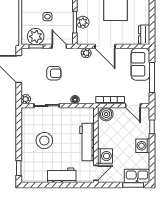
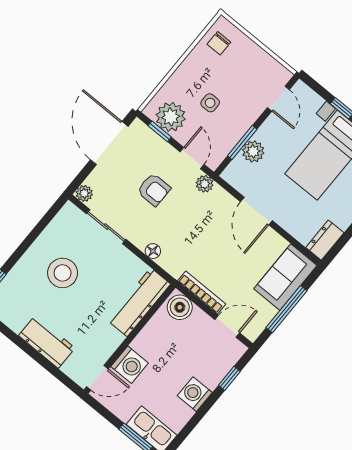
plant: (86, 53) -> (205, 184), moved
door: (133, 106) -> (227, 326), swing flipped
workbench: (87, 142) -> (139, 302), moved

